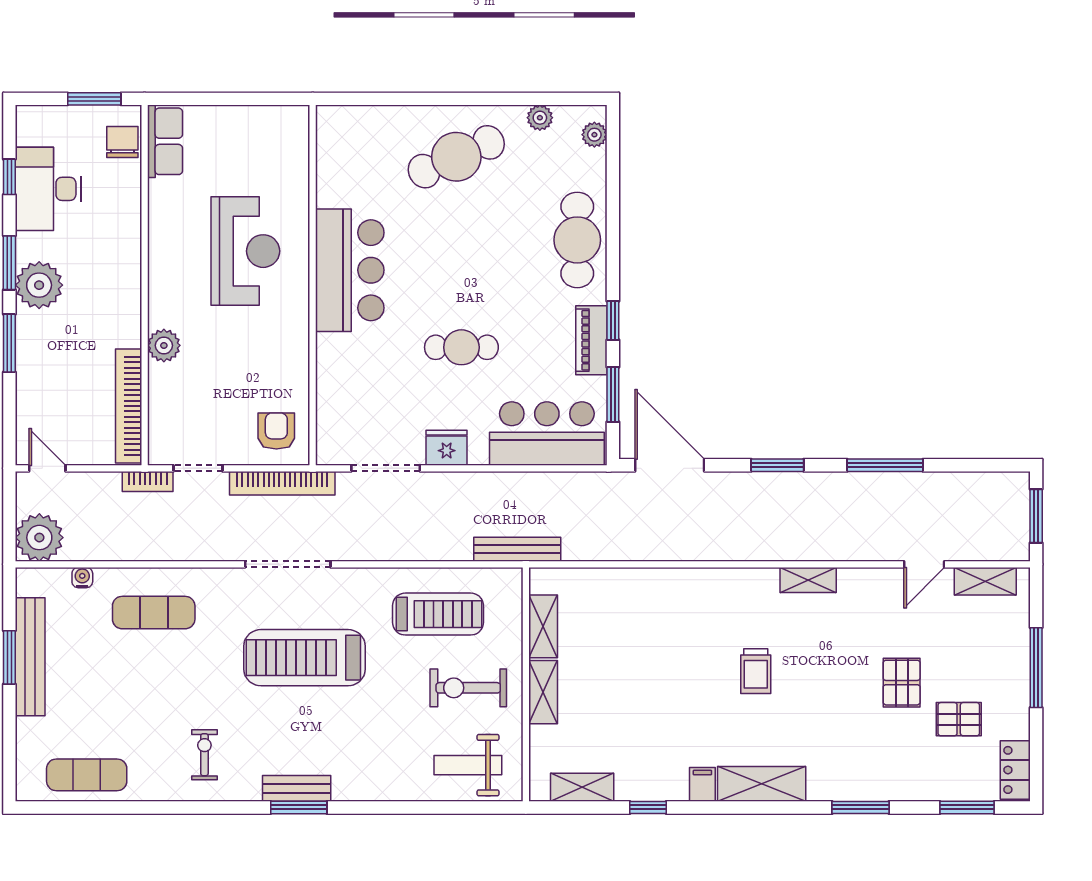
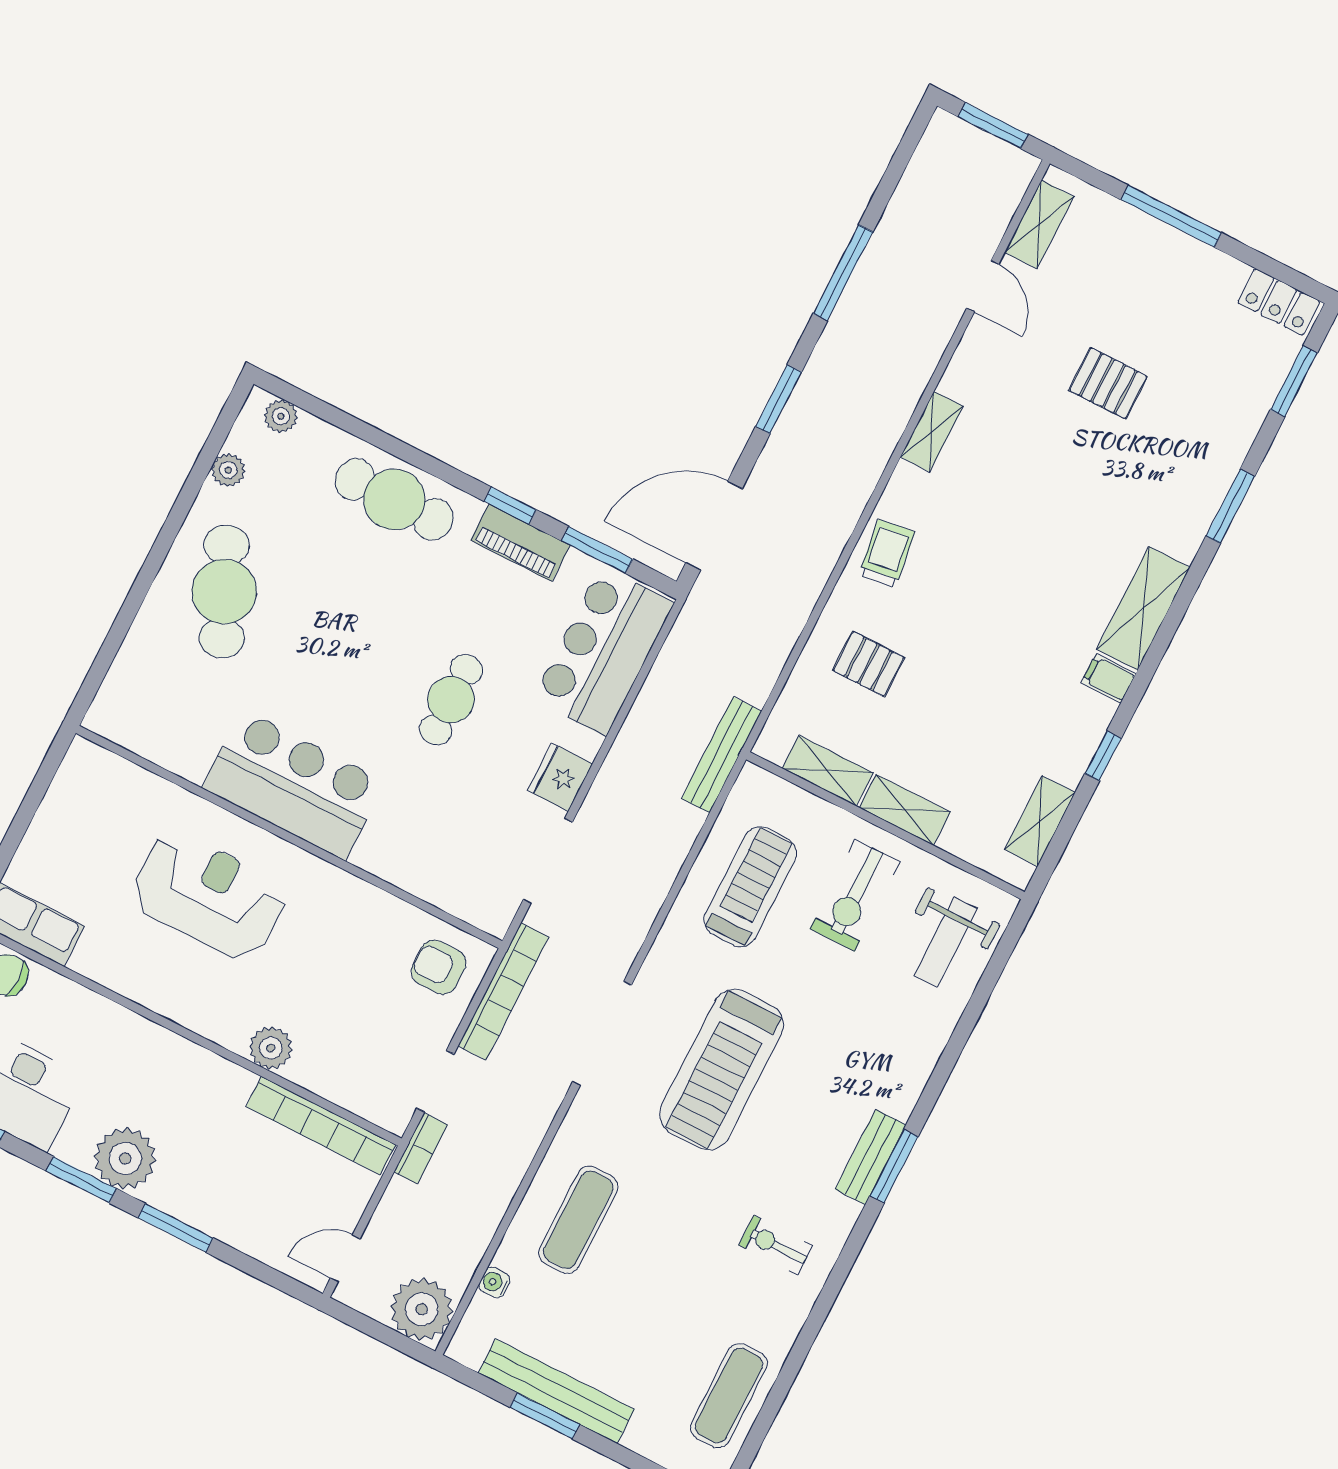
trolley: (756, 671) -> (887, 553), moved, turned -98
pallet: (959, 719) -> (868, 664), moved, turned 90

